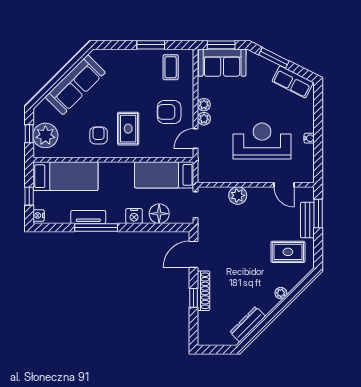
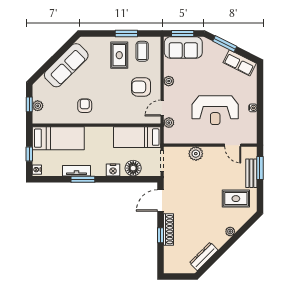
plant: (204, 119) -> (169, 123), moved
rug: (128, 129) -> (119, 55), moved
plant: (45, 135) -> (38, 106), width x0.53, depth x0.53
reception desk: (262, 141) -> (215, 110), turned 180
window: (96, 227) -> (83, 179), width x0.69

